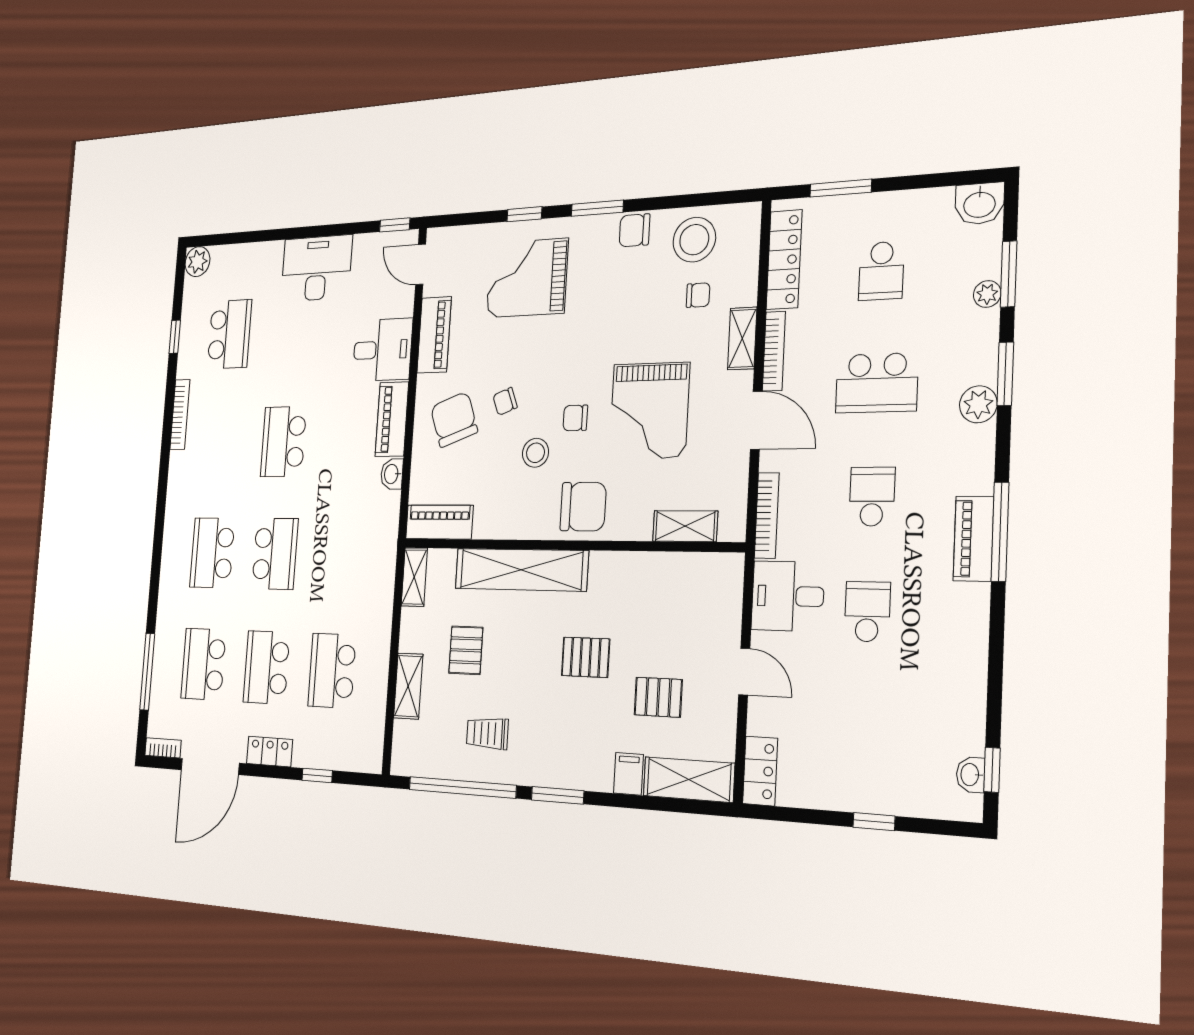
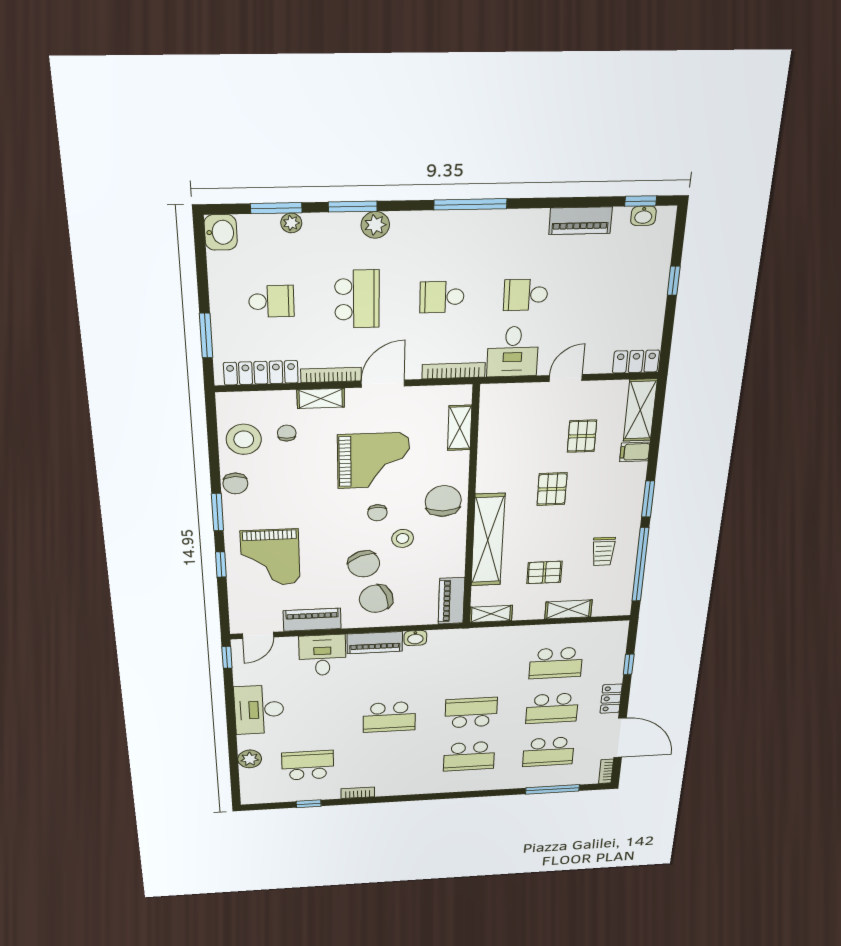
plant: (197, 262) -> (250, 759), moved
chair: (505, 401) -> (364, 564), width x1.87, depth x1.87
bookcase: (180, 414) -> (358, 793), width x0.64
piano: (973, 539) -> (580, 221), moved

